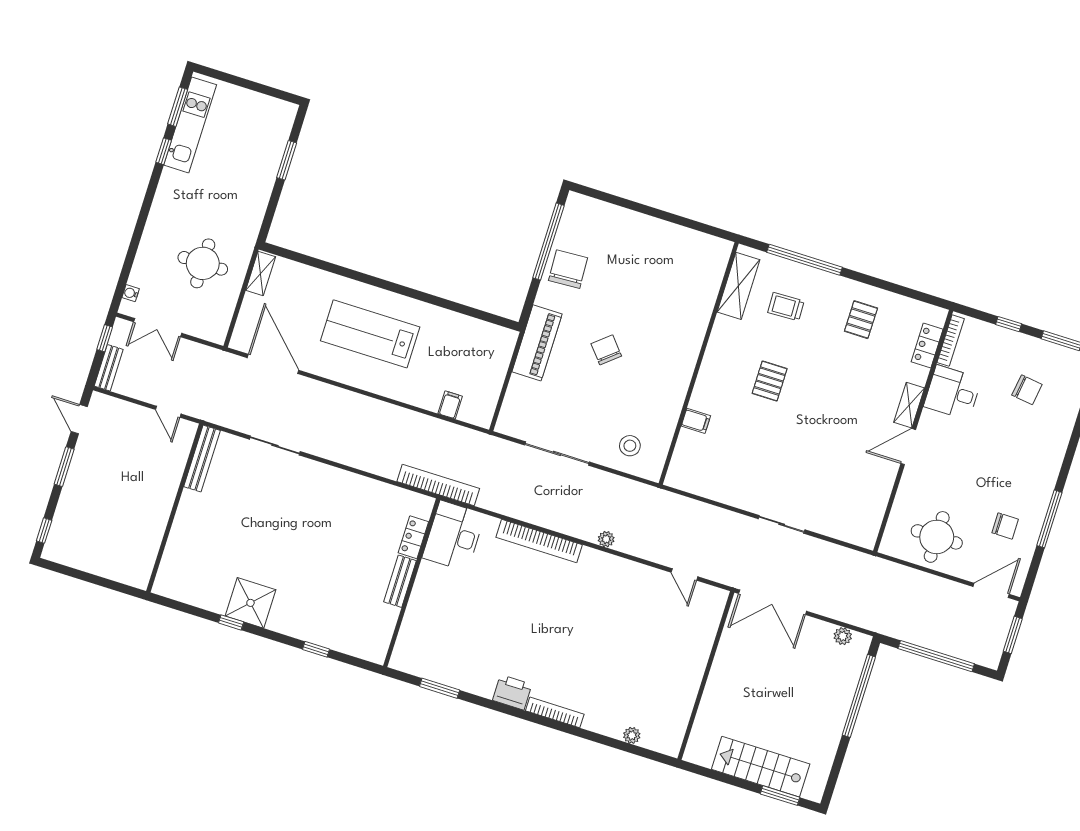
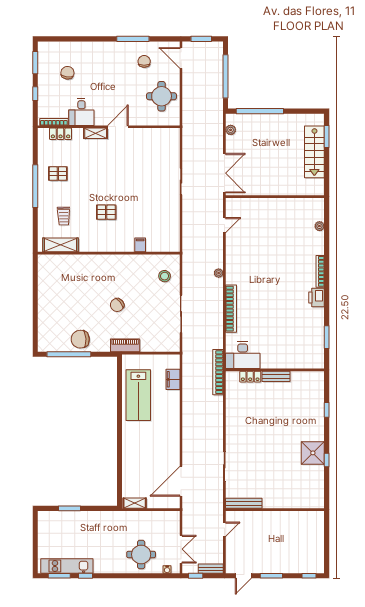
window: (805, 260) -> (35, 186), moved
round table: (203, 263) -> (141, 554), moved
lab bench: (370, 334) -> (138, 395), moved
piano: (537, 343) -> (125, 345), width x0.73, depth x0.75
filing cabinet: (450, 405) -> (173, 379), width x2.00
door: (908, 447) -> (118, 127), swing flipped

